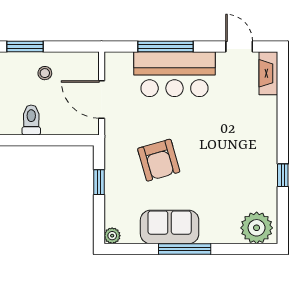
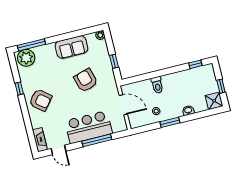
armchair: (250, 145) -> (40, 100), added
window: (185, 249) -> (31, 45), moved

